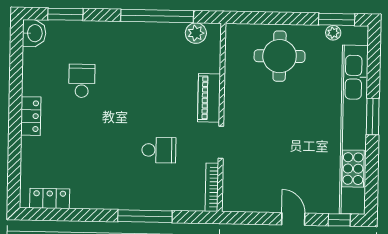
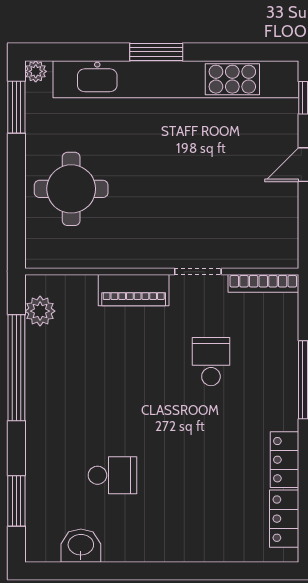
washbasin: (34, 33) -> (81, 546), moved
plant: (333, 33) -> (36, 71), moved
school desk: (82, 81) -> (113, 475), turned 180
locker: (31, 116) -> (284, 460), moved, turned -90

